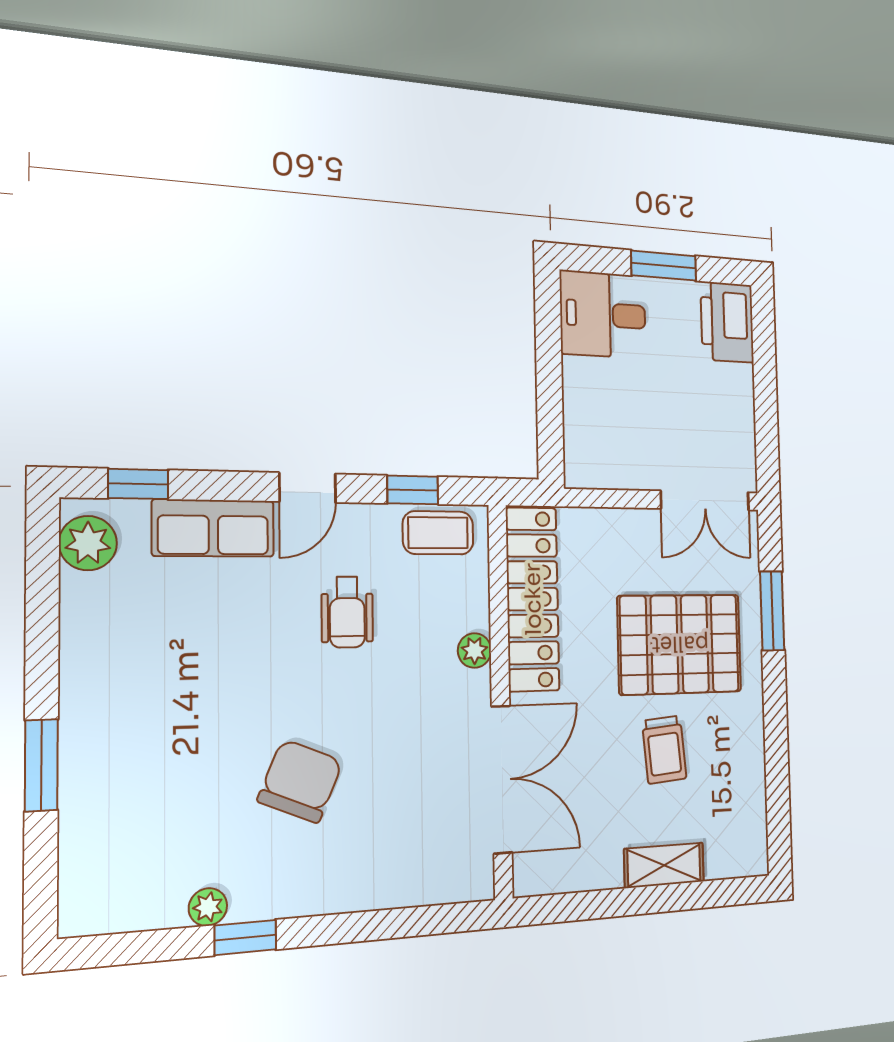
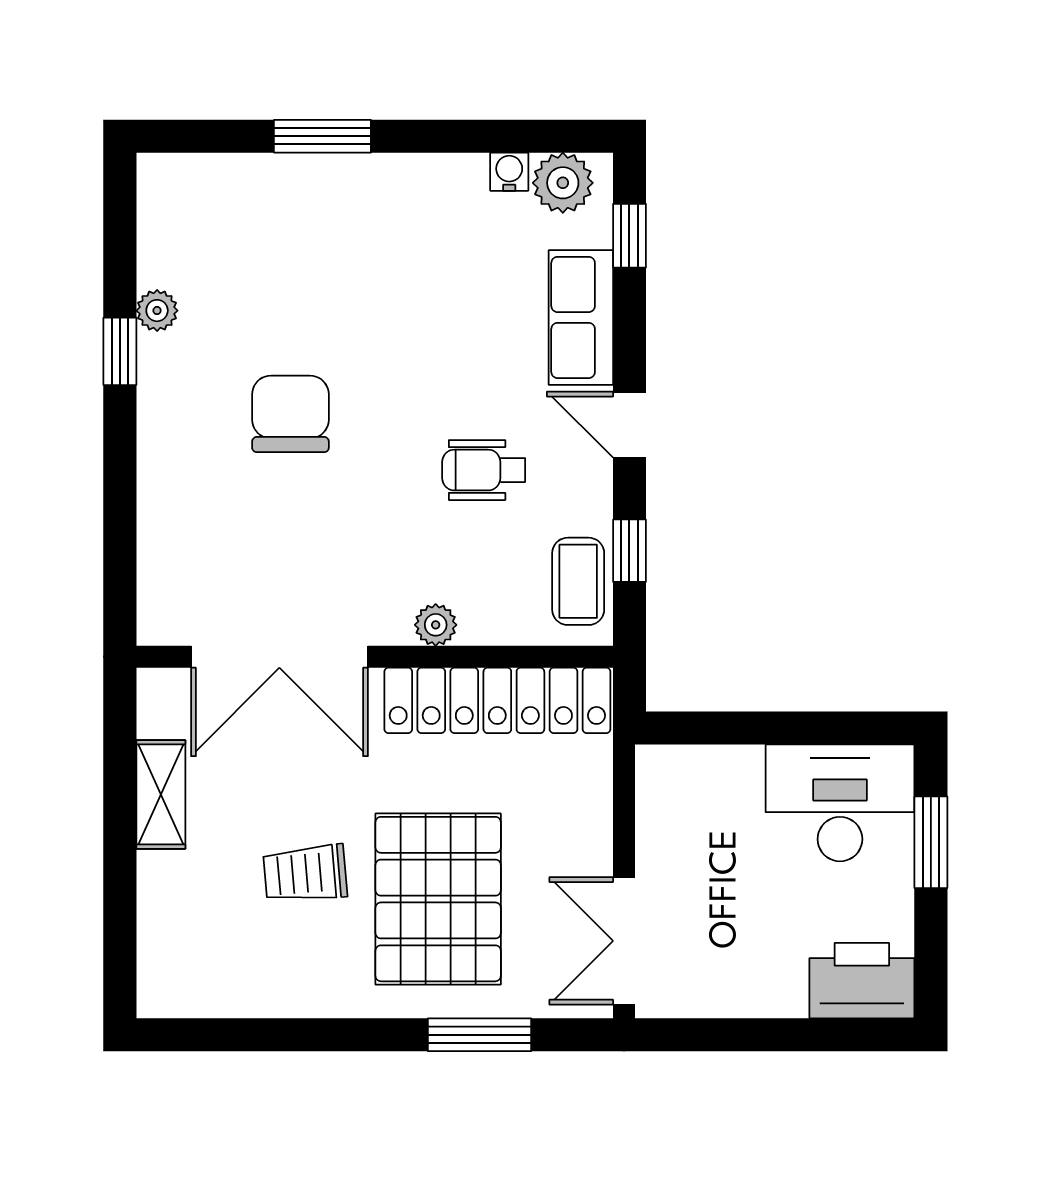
window: (664, 266) -> (931, 842), moved
desk: (603, 315) -> (840, 803), width x1.37
water cooler: (77, 592) -> (509, 172), added
chair: (300, 781) -> (290, 414), turned -113
shelving: (664, 865) -> (161, 794), moved

